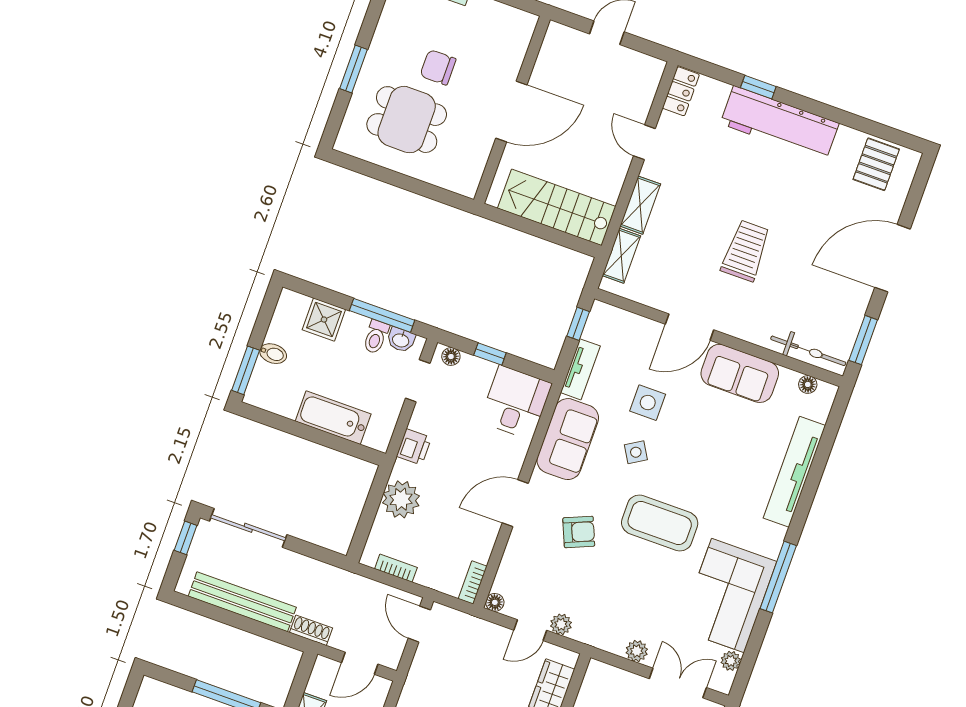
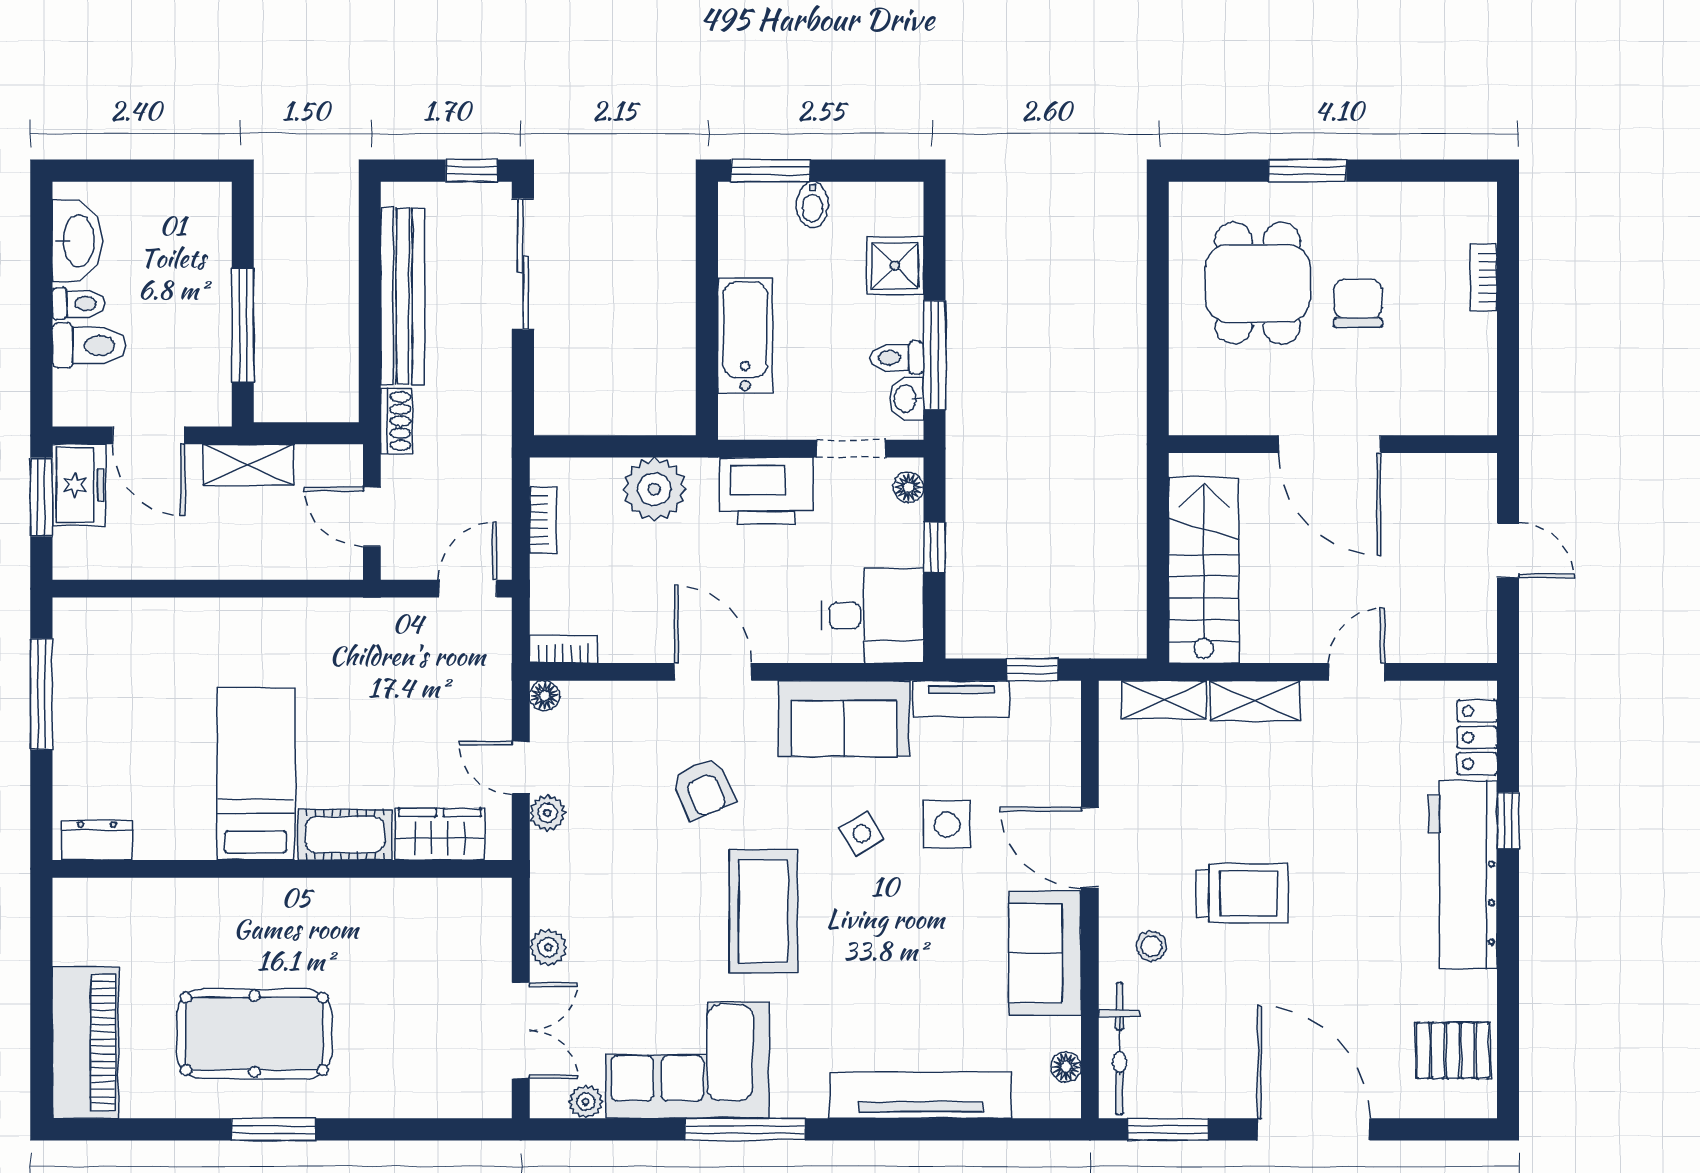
locker: (681, 91) -> (1477, 737), moved, turned 90
stool: (757, 312) -> (1151, 946), added
printer: (414, 447) -> (766, 491), width x1.87, depth x1.48

